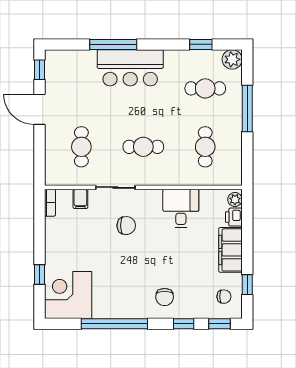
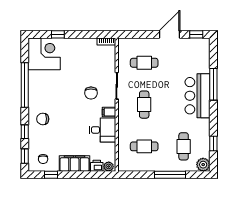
filing cabinet: (80, 199) -> (109, 112), moved

